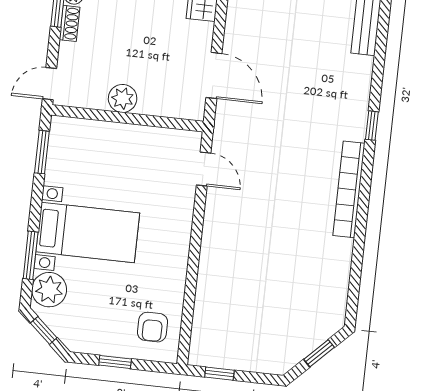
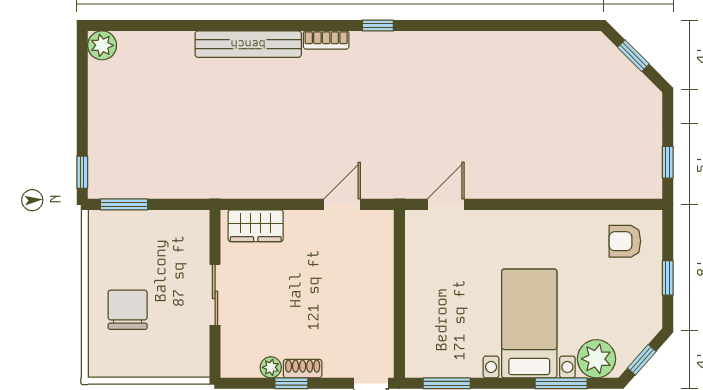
door: (214, 75) -> (342, 204), width x0.73
plant: (123, 98) -> (378, 302), removed
bookcase: (349, 189) -> (326, 40), moved, width x0.43, depth x0.76
armchair: (152, 327) -> (625, 241), turned 180

